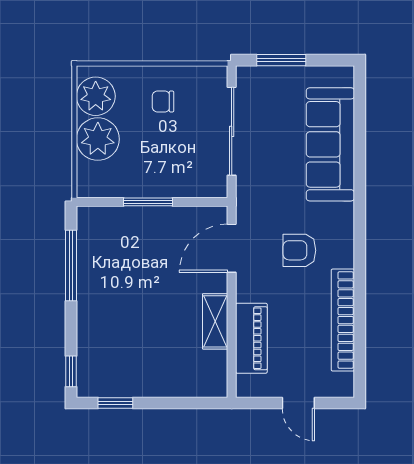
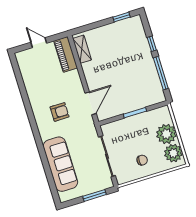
bookcase: (343, 320) -> (30, 86), removed
shelving: (215, 321) -> (82, 49), moved
piano: (251, 338) -> (66, 54), moved
window: (71, 371) -> (152, 44), moved

